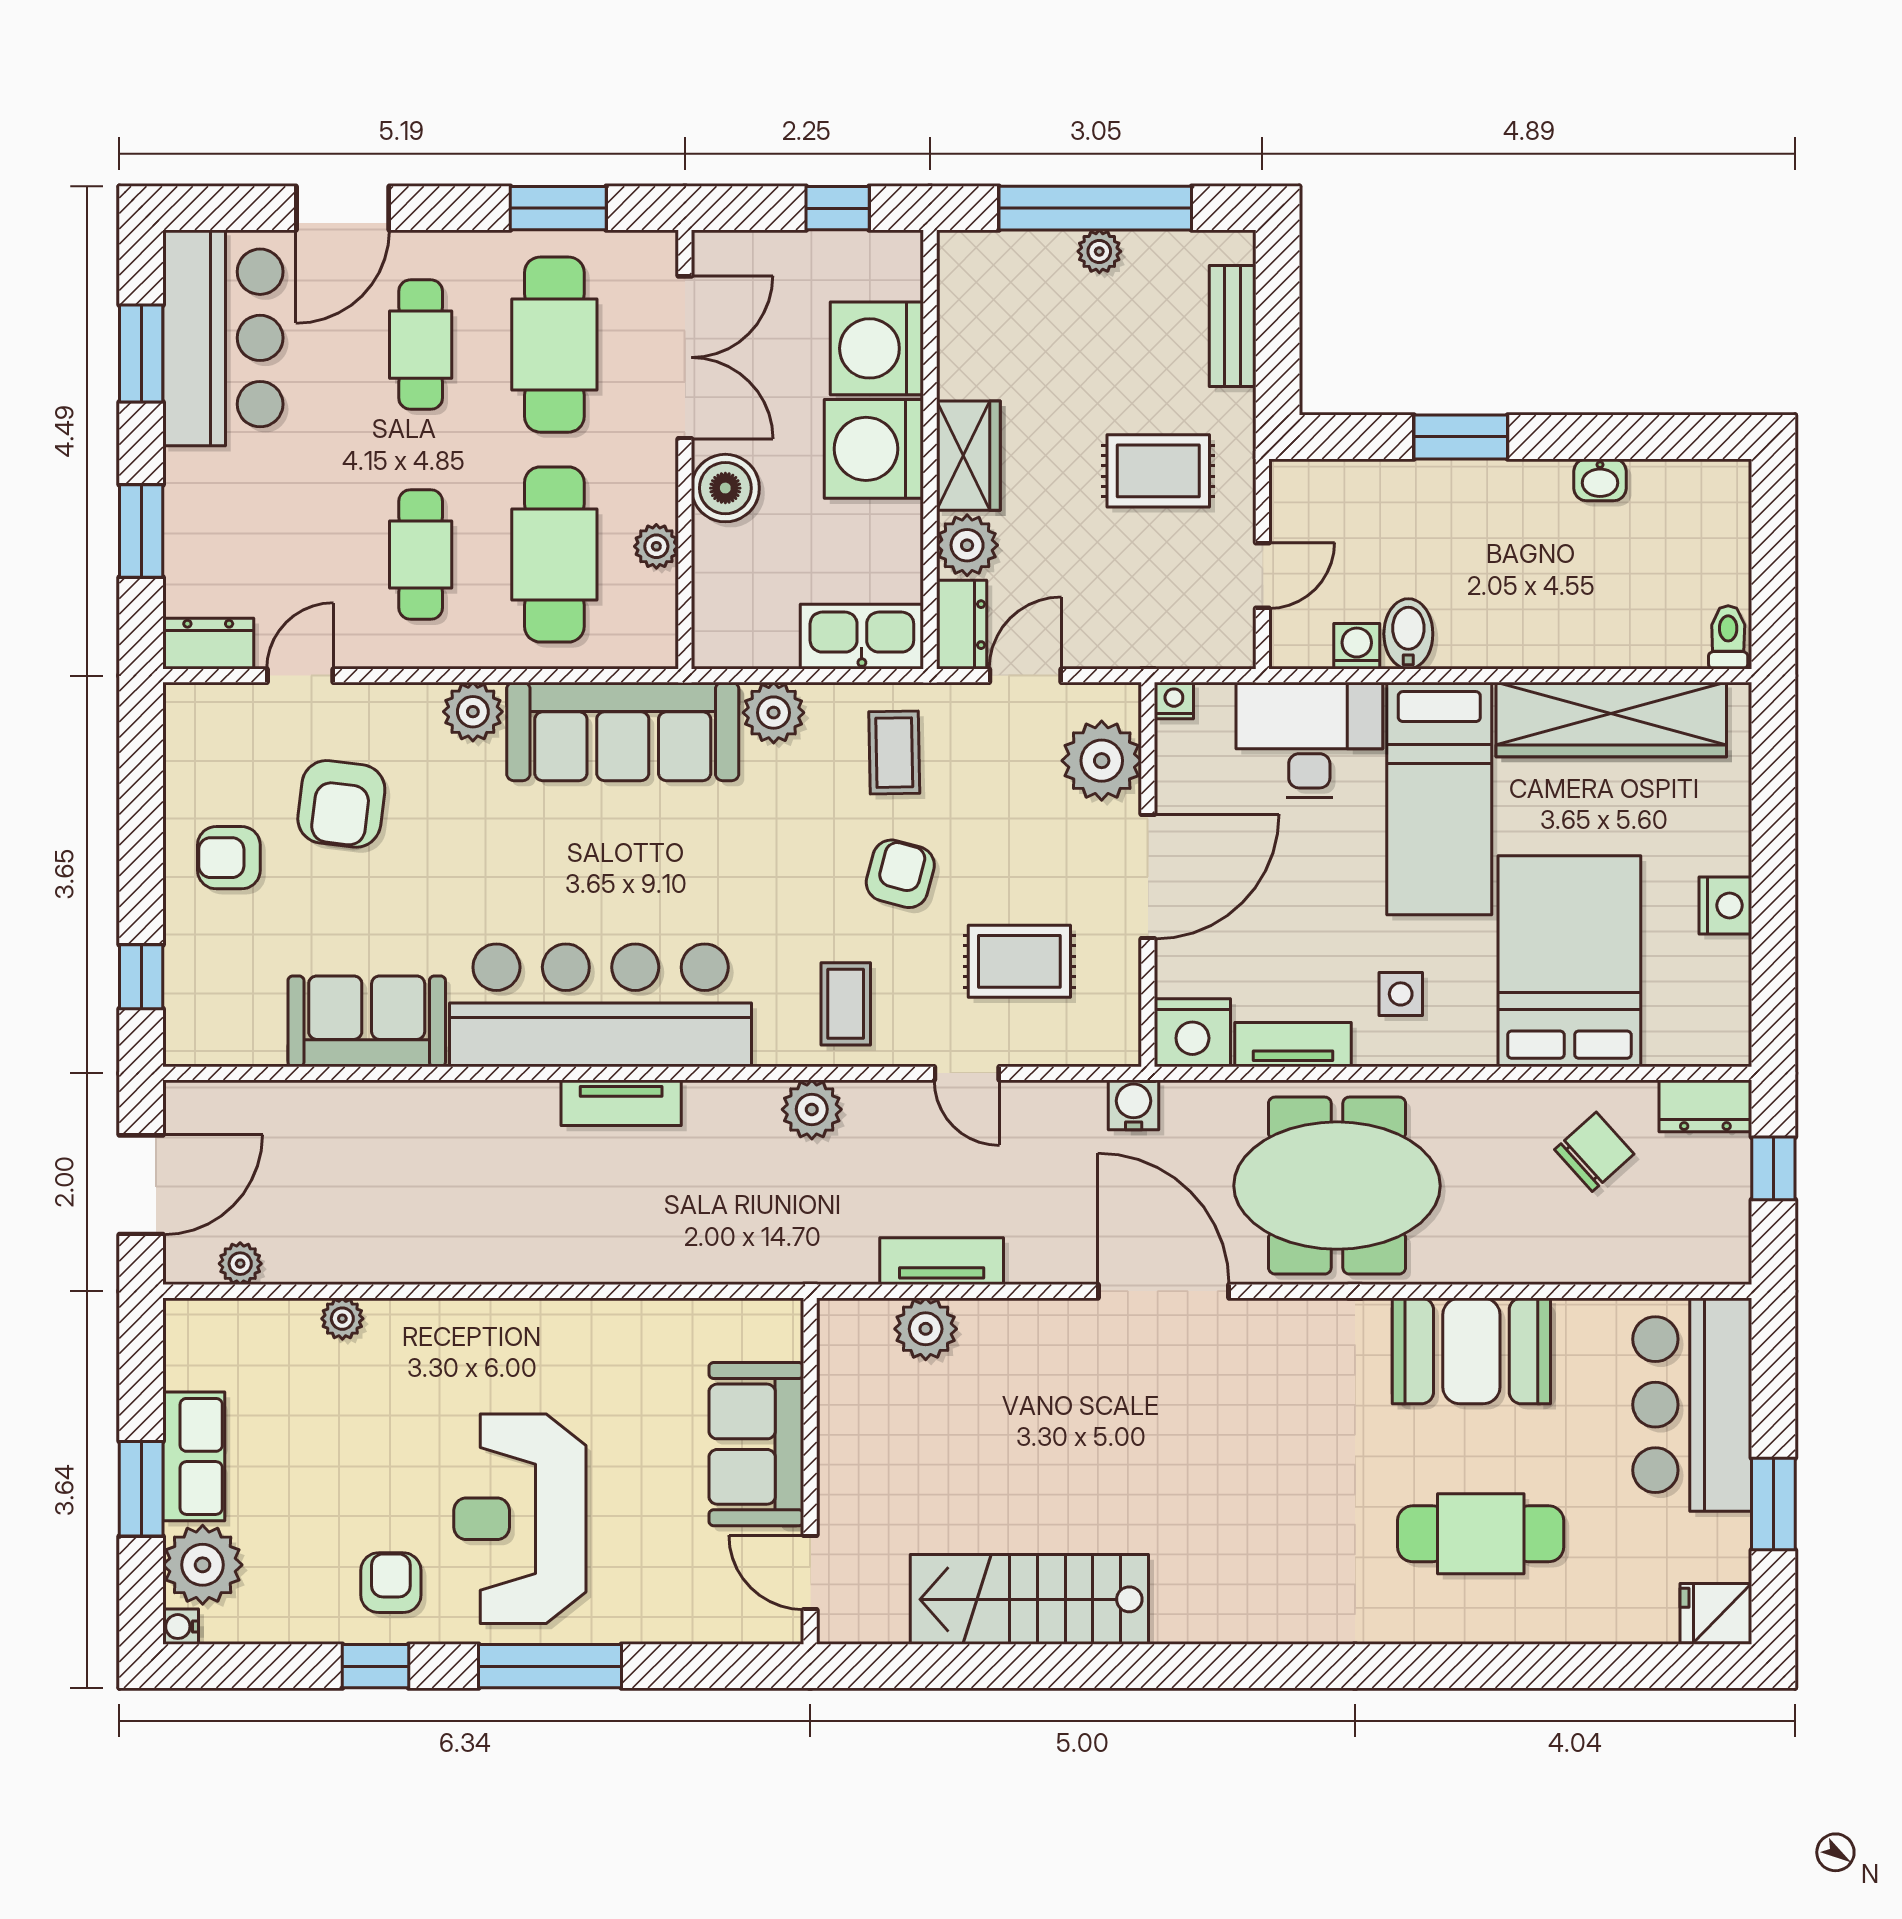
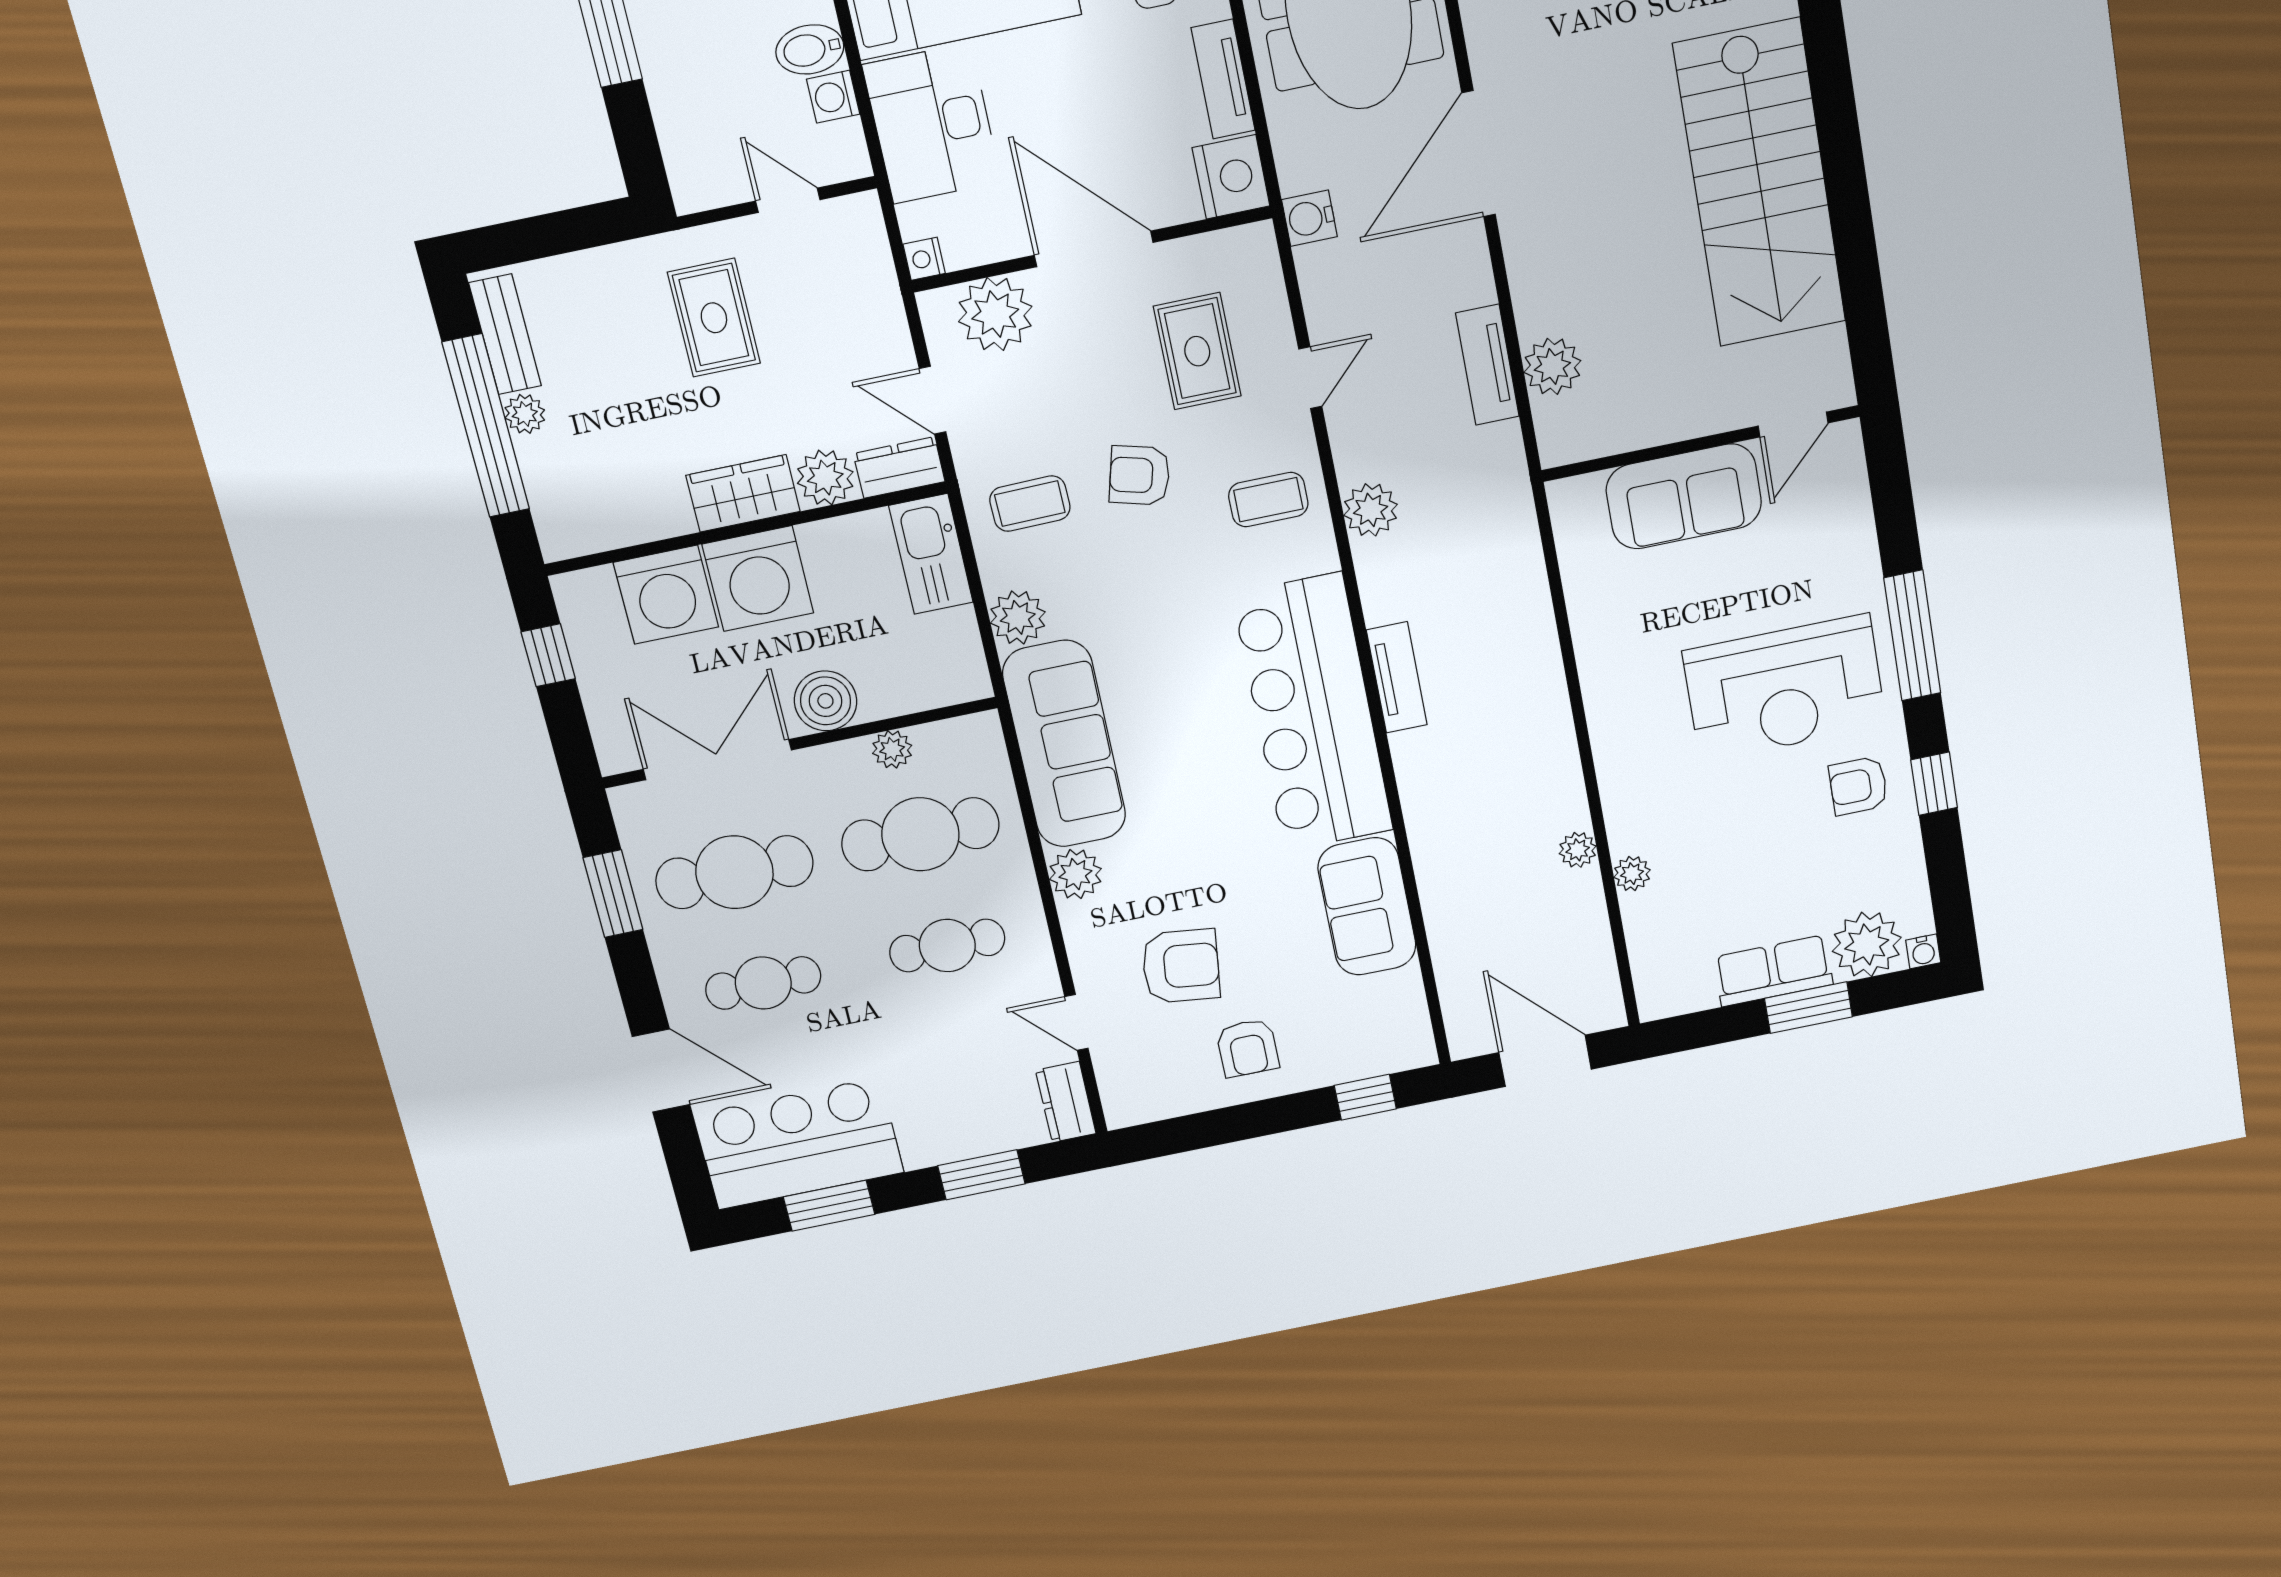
bench: (1233, 326) -> (505, 334), moved, turned 90
plant: (240, 1264) -> (1578, 850), moved
stairs: (1029, 1599) -> (1760, 184), width x1.36, depth x1.51

